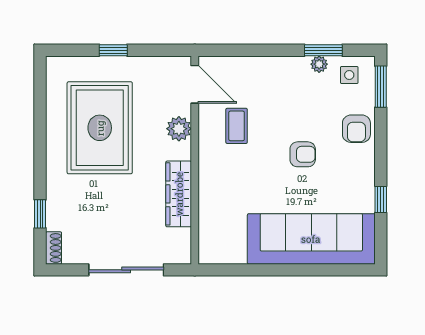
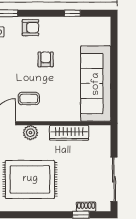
sofa: (311, 239) -> (96, 84), moved
shoe rack: (54, 248) -> (86, 207), moved
sliding door: (126, 270) -> (114, 179), moved

